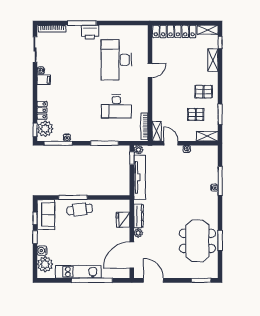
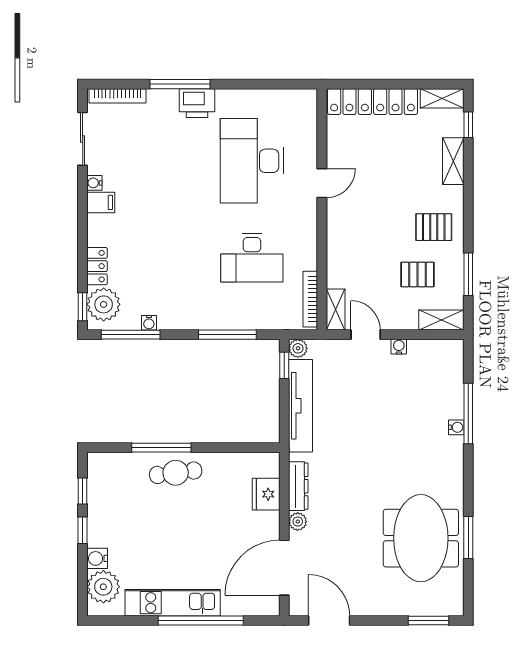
sofa: (46, 215) -> (105, 483), removed

